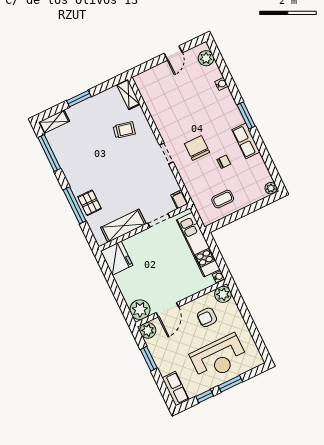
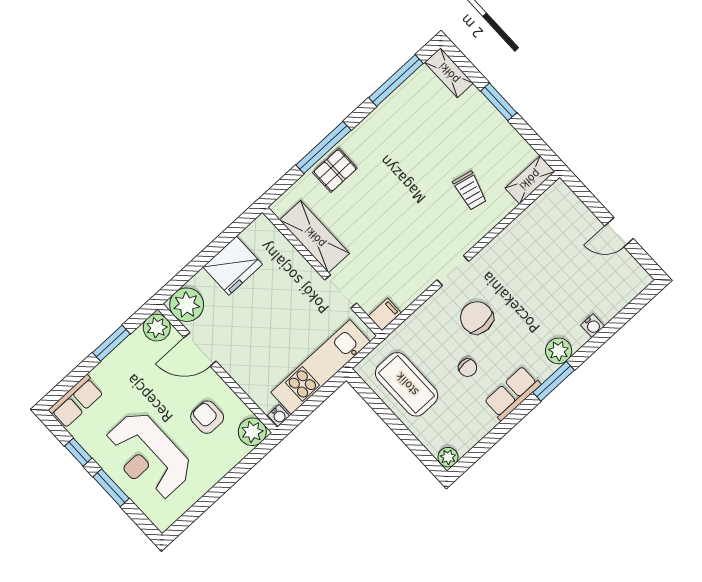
plant: (206, 58) -> (559, 351), moved
chair: (197, 148) -> (477, 318), turned -90
coffee table: (223, 199) -> (407, 384), width x1.86, depth x1.72
fridge: (117, 258) -> (233, 266), moved

